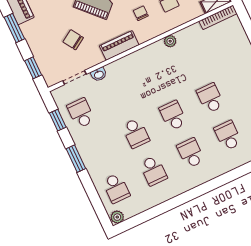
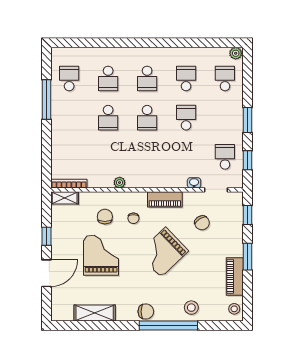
school desk: (81, 113) -> (225, 157), turned 180

